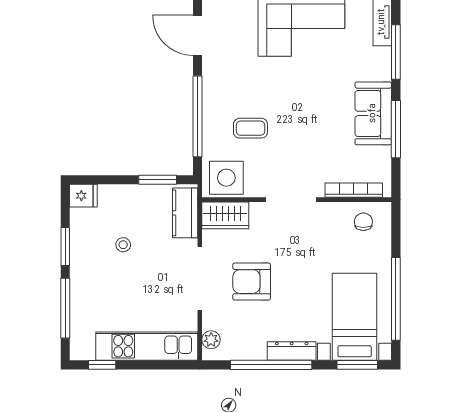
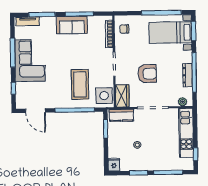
door: (198, 35) -> (36, 111), hinge flipped
coffee table: (250, 128) -> (80, 84), width x1.86, depth x1.72
armchair: (252, 282) -> (147, 74), moved, turned -90
dresser: (292, 351) -> (188, 75), moved

